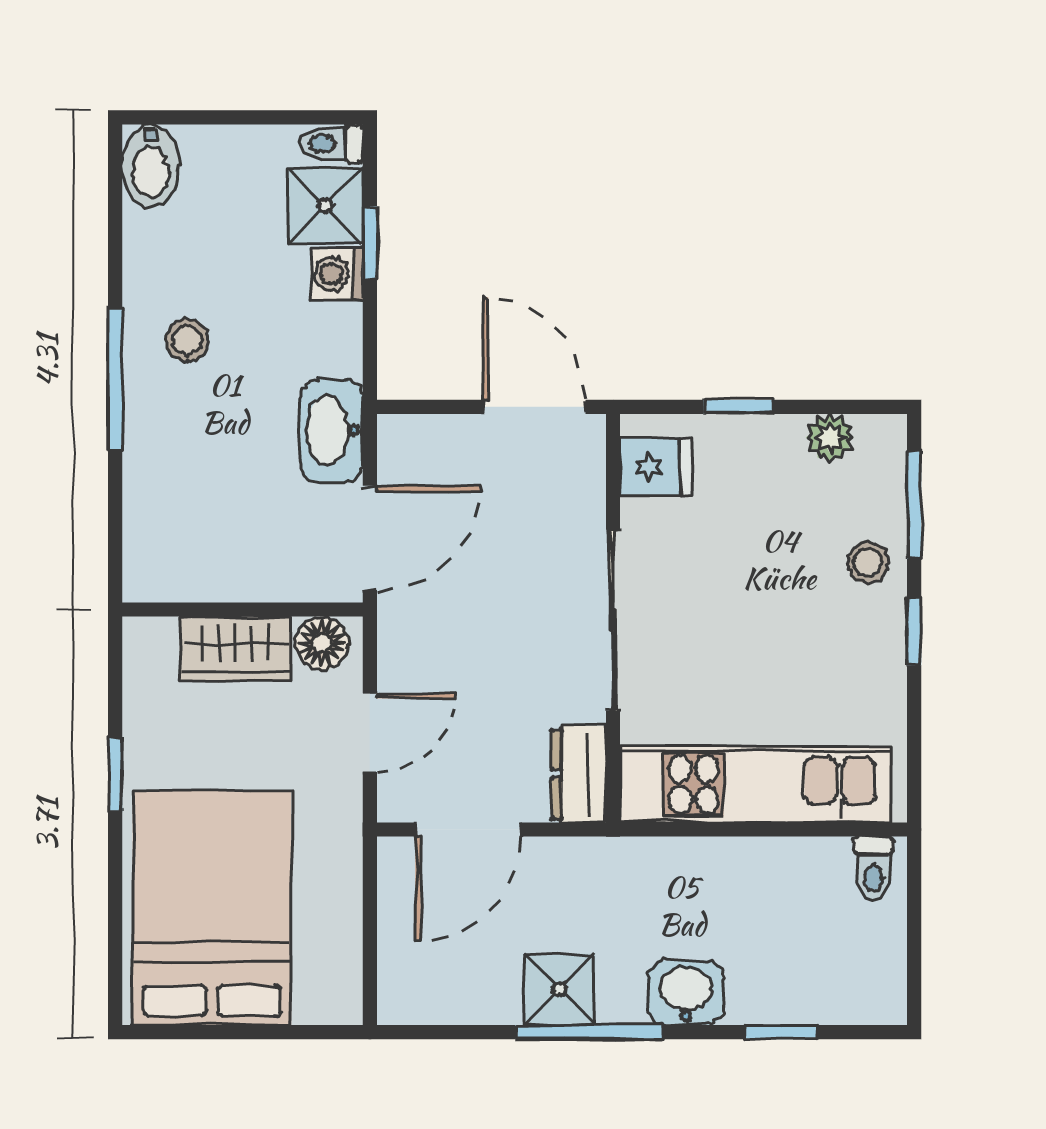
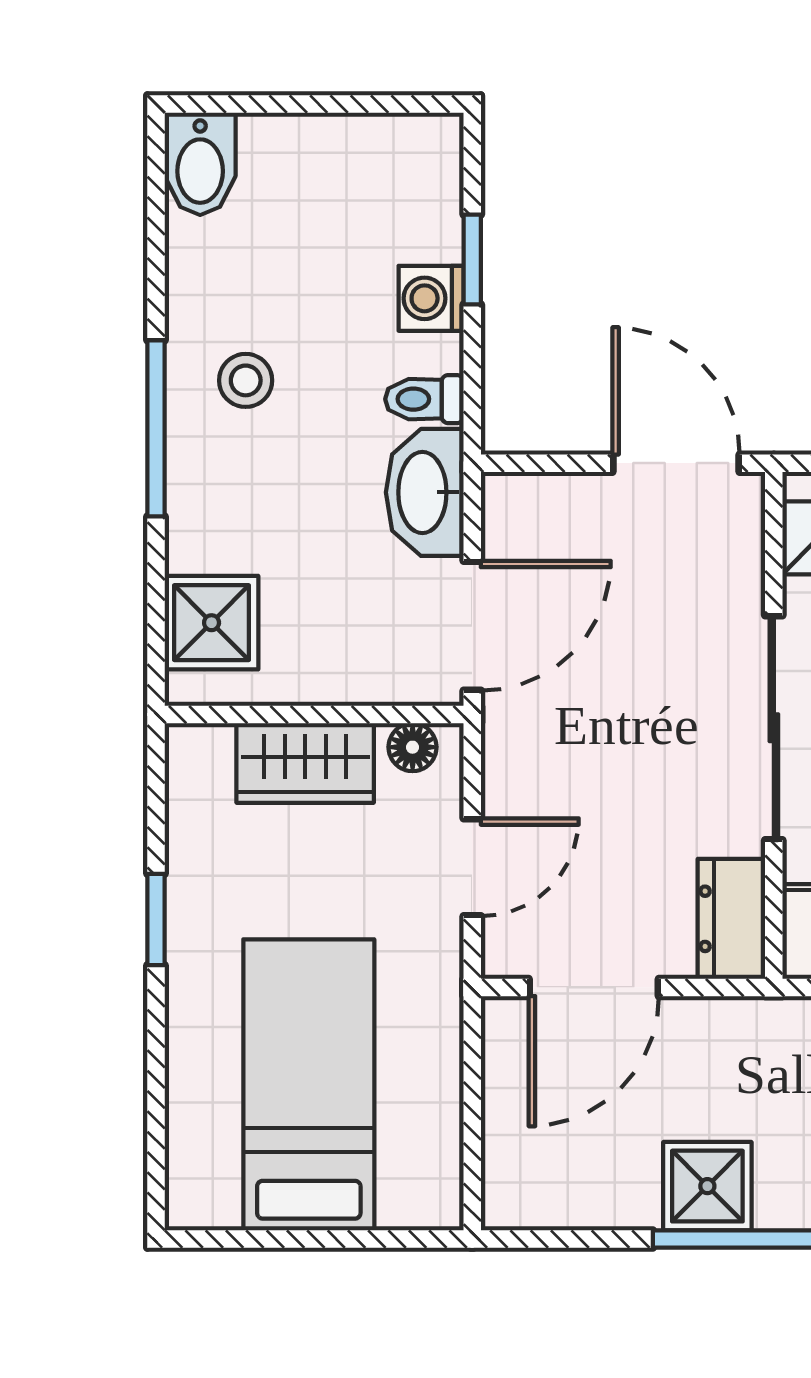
toilet: (331, 144) -> (424, 399), moved
shower: (325, 205) -> (212, 623), moved
floor lamp: (322, 643) -> (413, 747), width x0.73, depth x0.73
bed: (212, 908) -> (309, 1085), width x0.67

